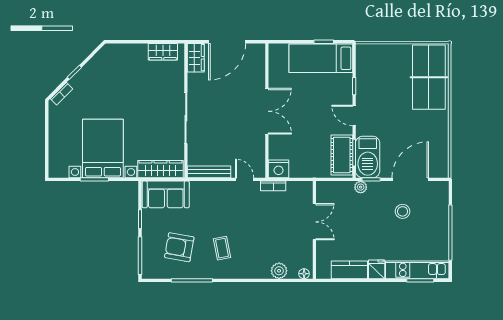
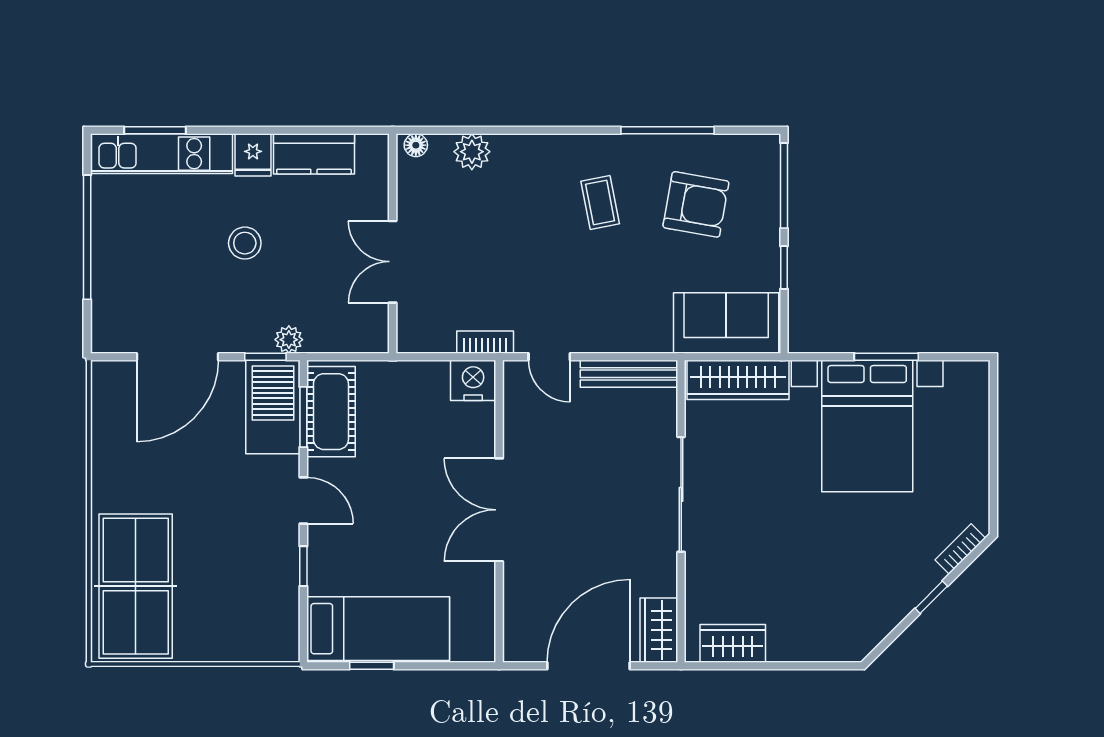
stool: (403, 211) -> (245, 243), moved

